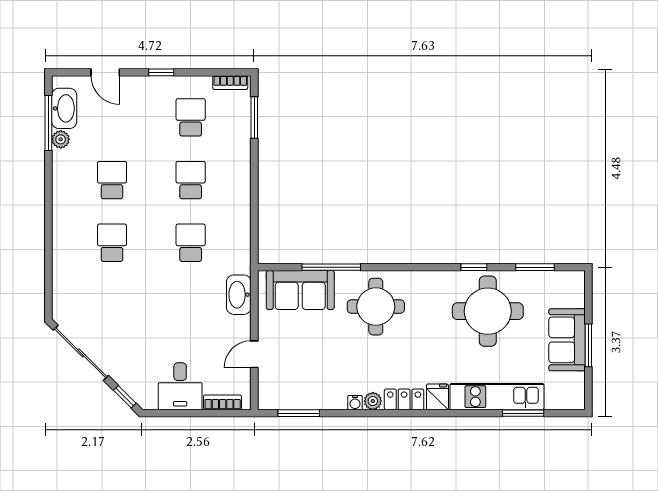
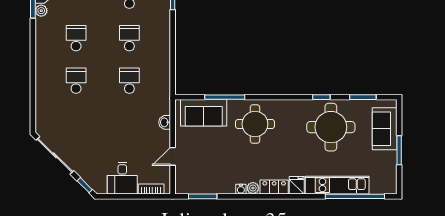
washbasin: (239, 295) -> (165, 122), width x0.52, depth x0.69
sofa: (567, 340) -> (385, 129), moved
window: (523, 413) -> (355, 196), width x2.11

